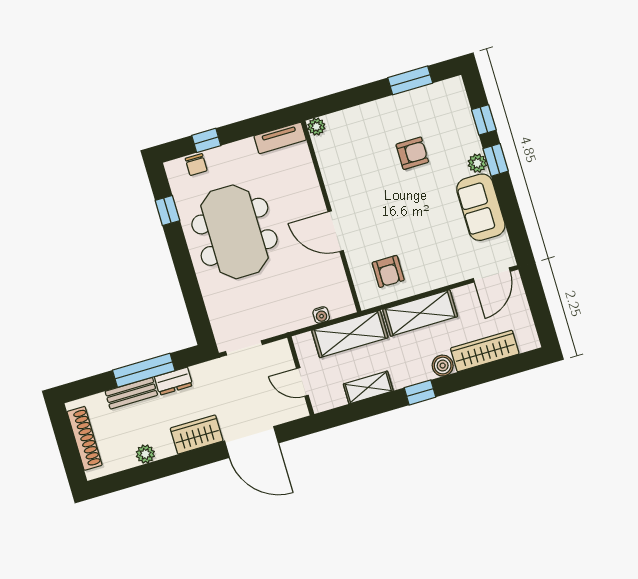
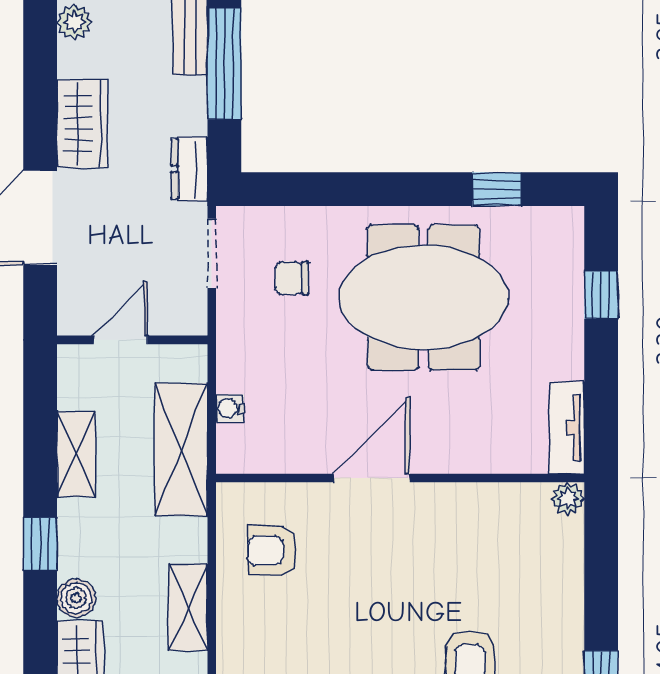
chair: (196, 165) -> (292, 278), moved
shelving: (420, 313) -> (188, 607), width x0.67, depth x0.75
dresser: (174, 381) -> (189, 169), moved

